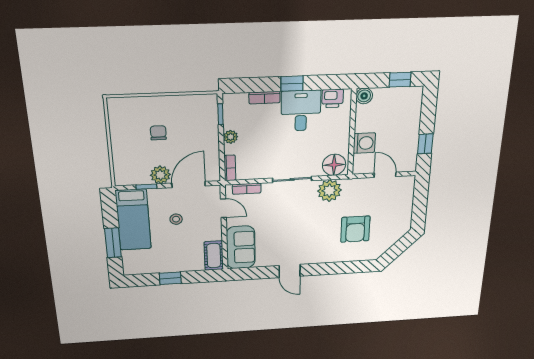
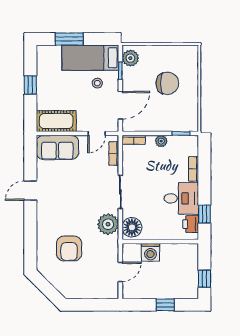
window: (292, 84) -> (204, 214), moved
boiler: (364, 96) -> (192, 250), removed
chair: (158, 133) -> (167, 83), width x1.87, depth x1.87
window: (425, 144) -> (165, 305), moved
plant: (160, 175) -> (130, 58), moved
door: (189, 185) -> (120, 105), hinge flipped
stool: (176, 219) -> (97, 83), moved
armchair: (355, 229) -> (69, 248), turned -90
cot: (214, 256) -> (56, 121), width x1.37, depth x1.34

